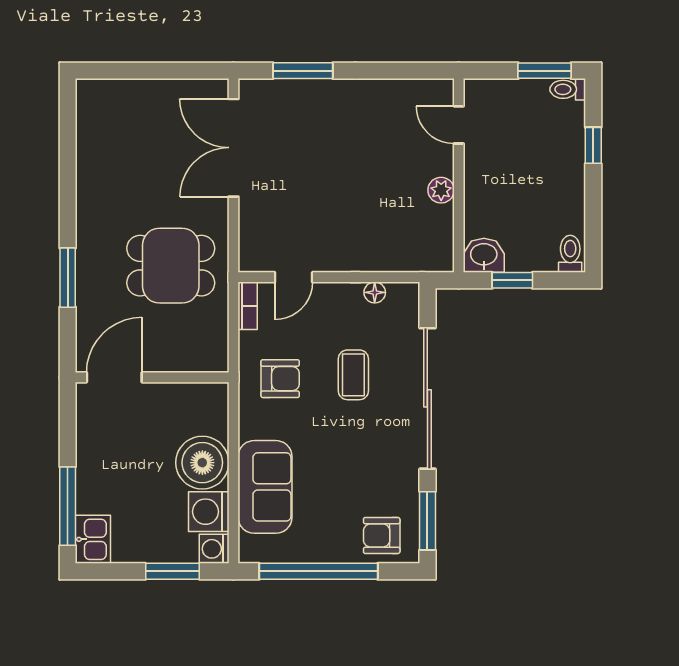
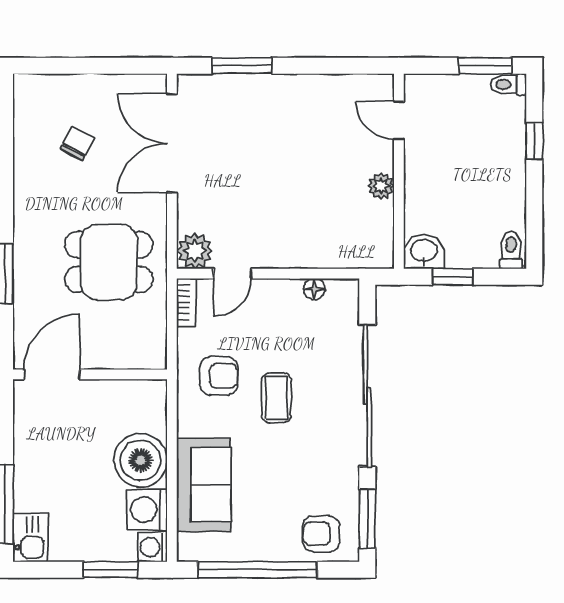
chair: (139, 148) -> (77, 143), added
plant: (256, 255) -> (195, 251), added
coffee table: (353, 375) -> (276, 398), moved

